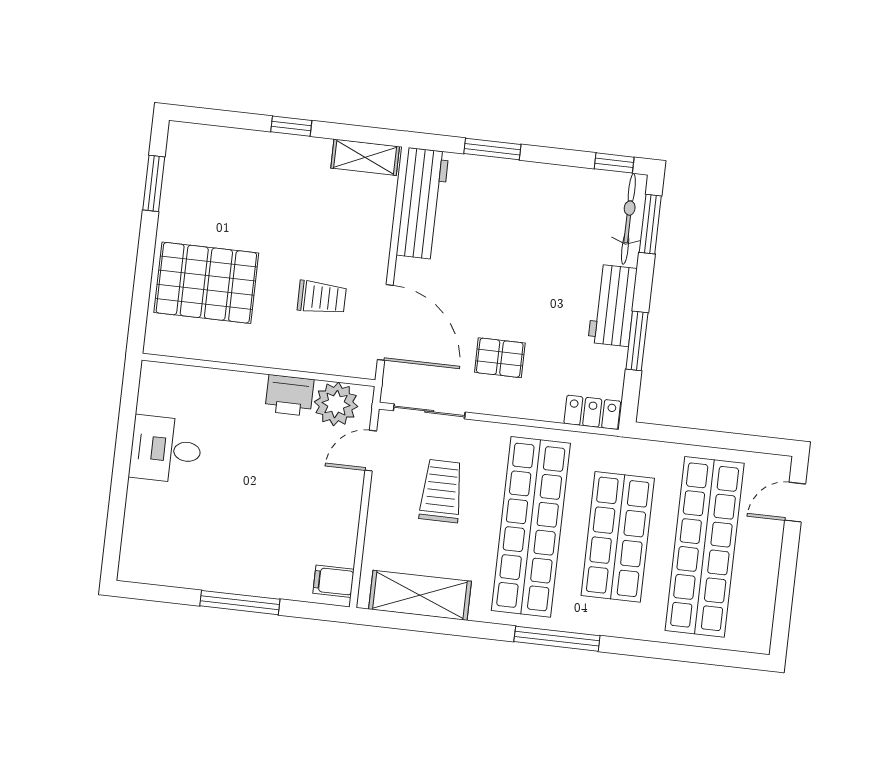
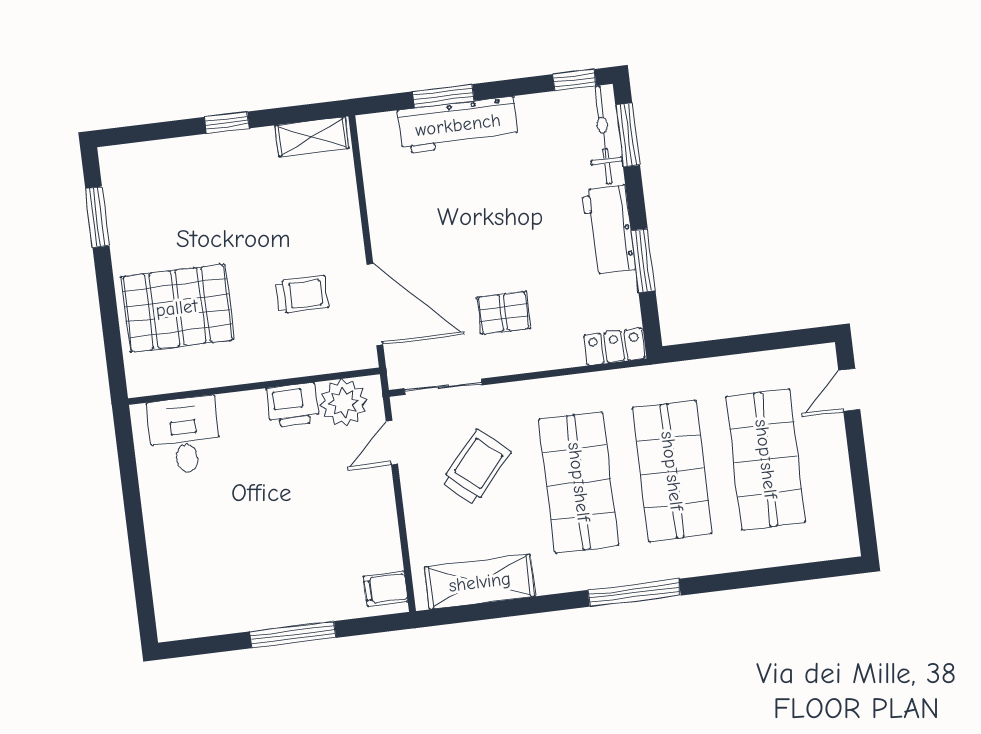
workbench: (423, 204) -> (458, 125), moved, turned 90
desk: (166, 449) -> (184, 435), moved, turned 90
trolley: (441, 491) -> (476, 467), turned 41
shop shelf: (531, 527) -> (579, 482), width x0.71
shop shelf: (705, 547) -> (766, 459), width x0.71

